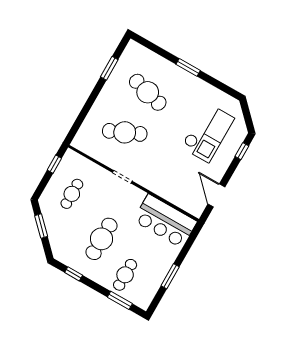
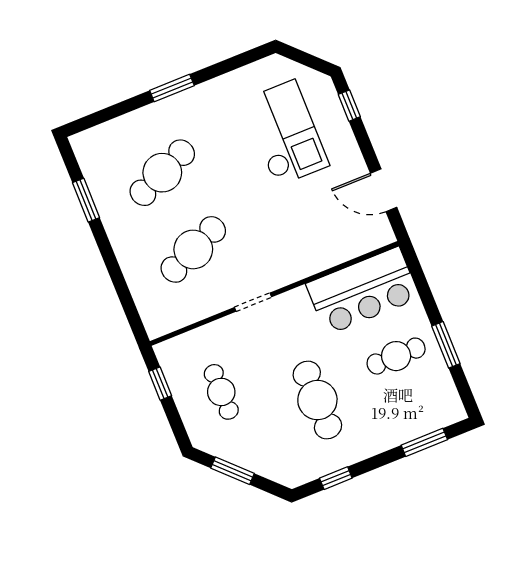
cafe table: (148, 92) -> (162, 173), turned -39
cafe table: (125, 275) -> (396, 356), moved, turned 90

